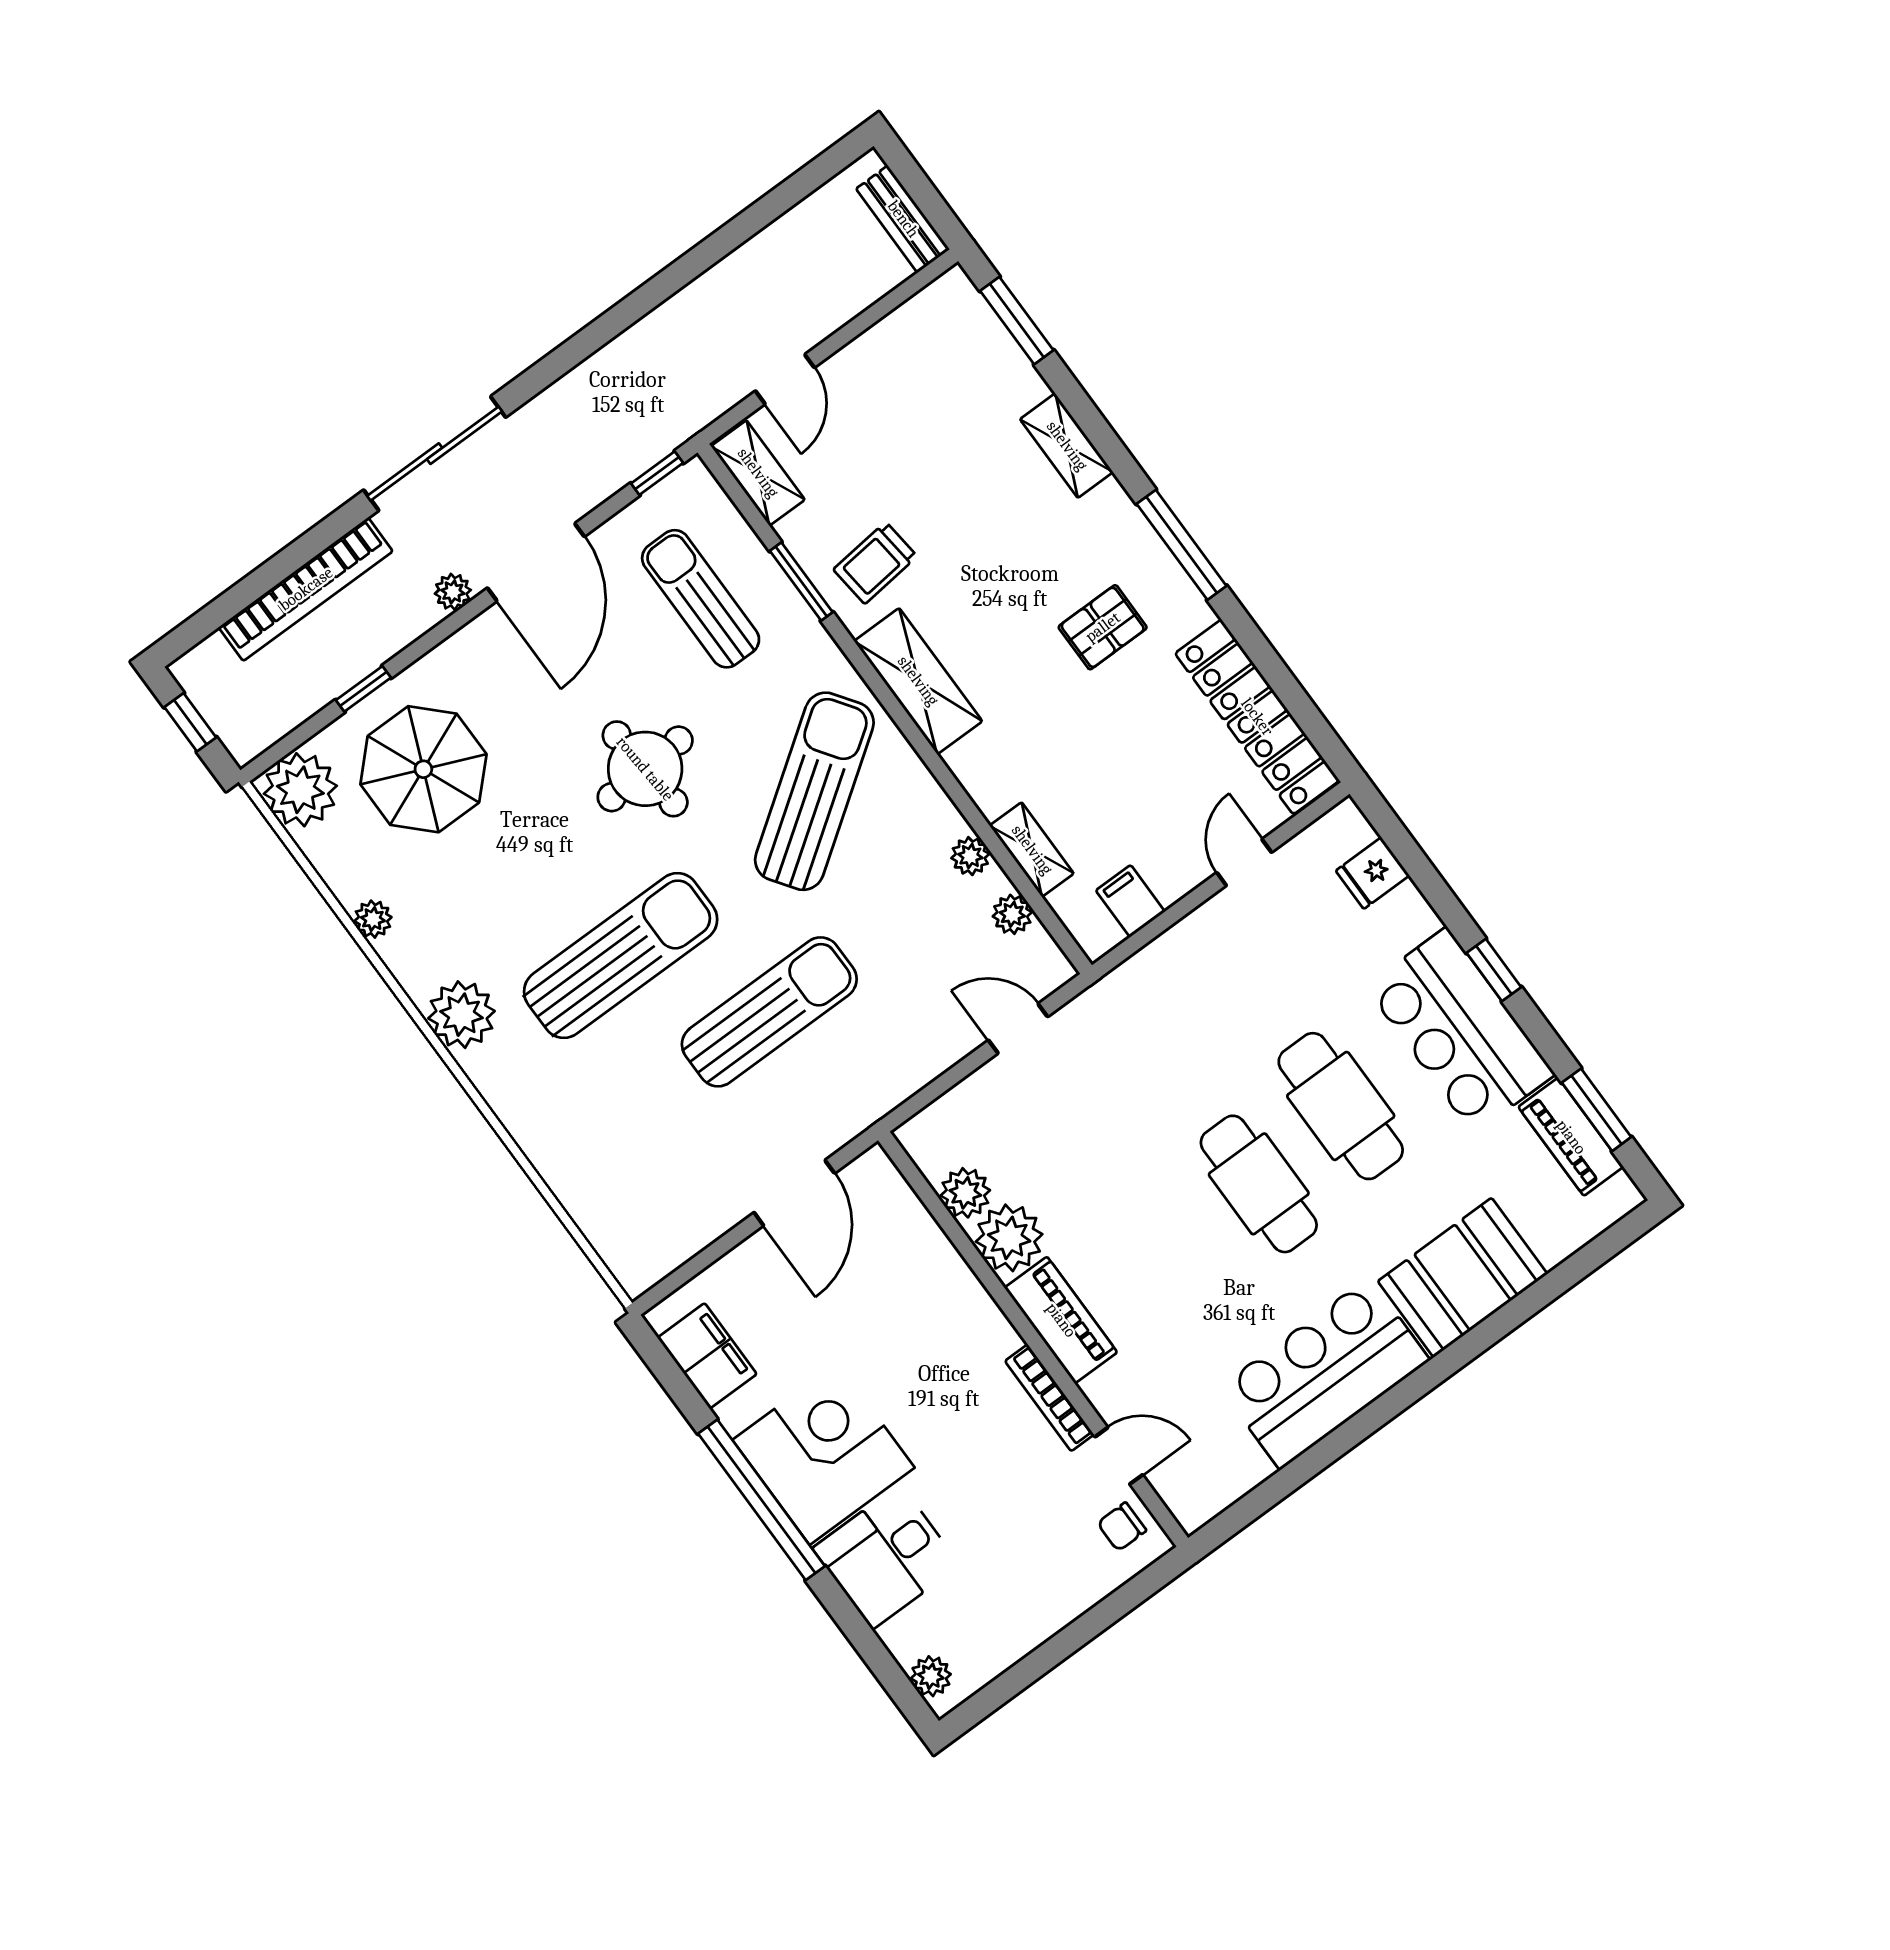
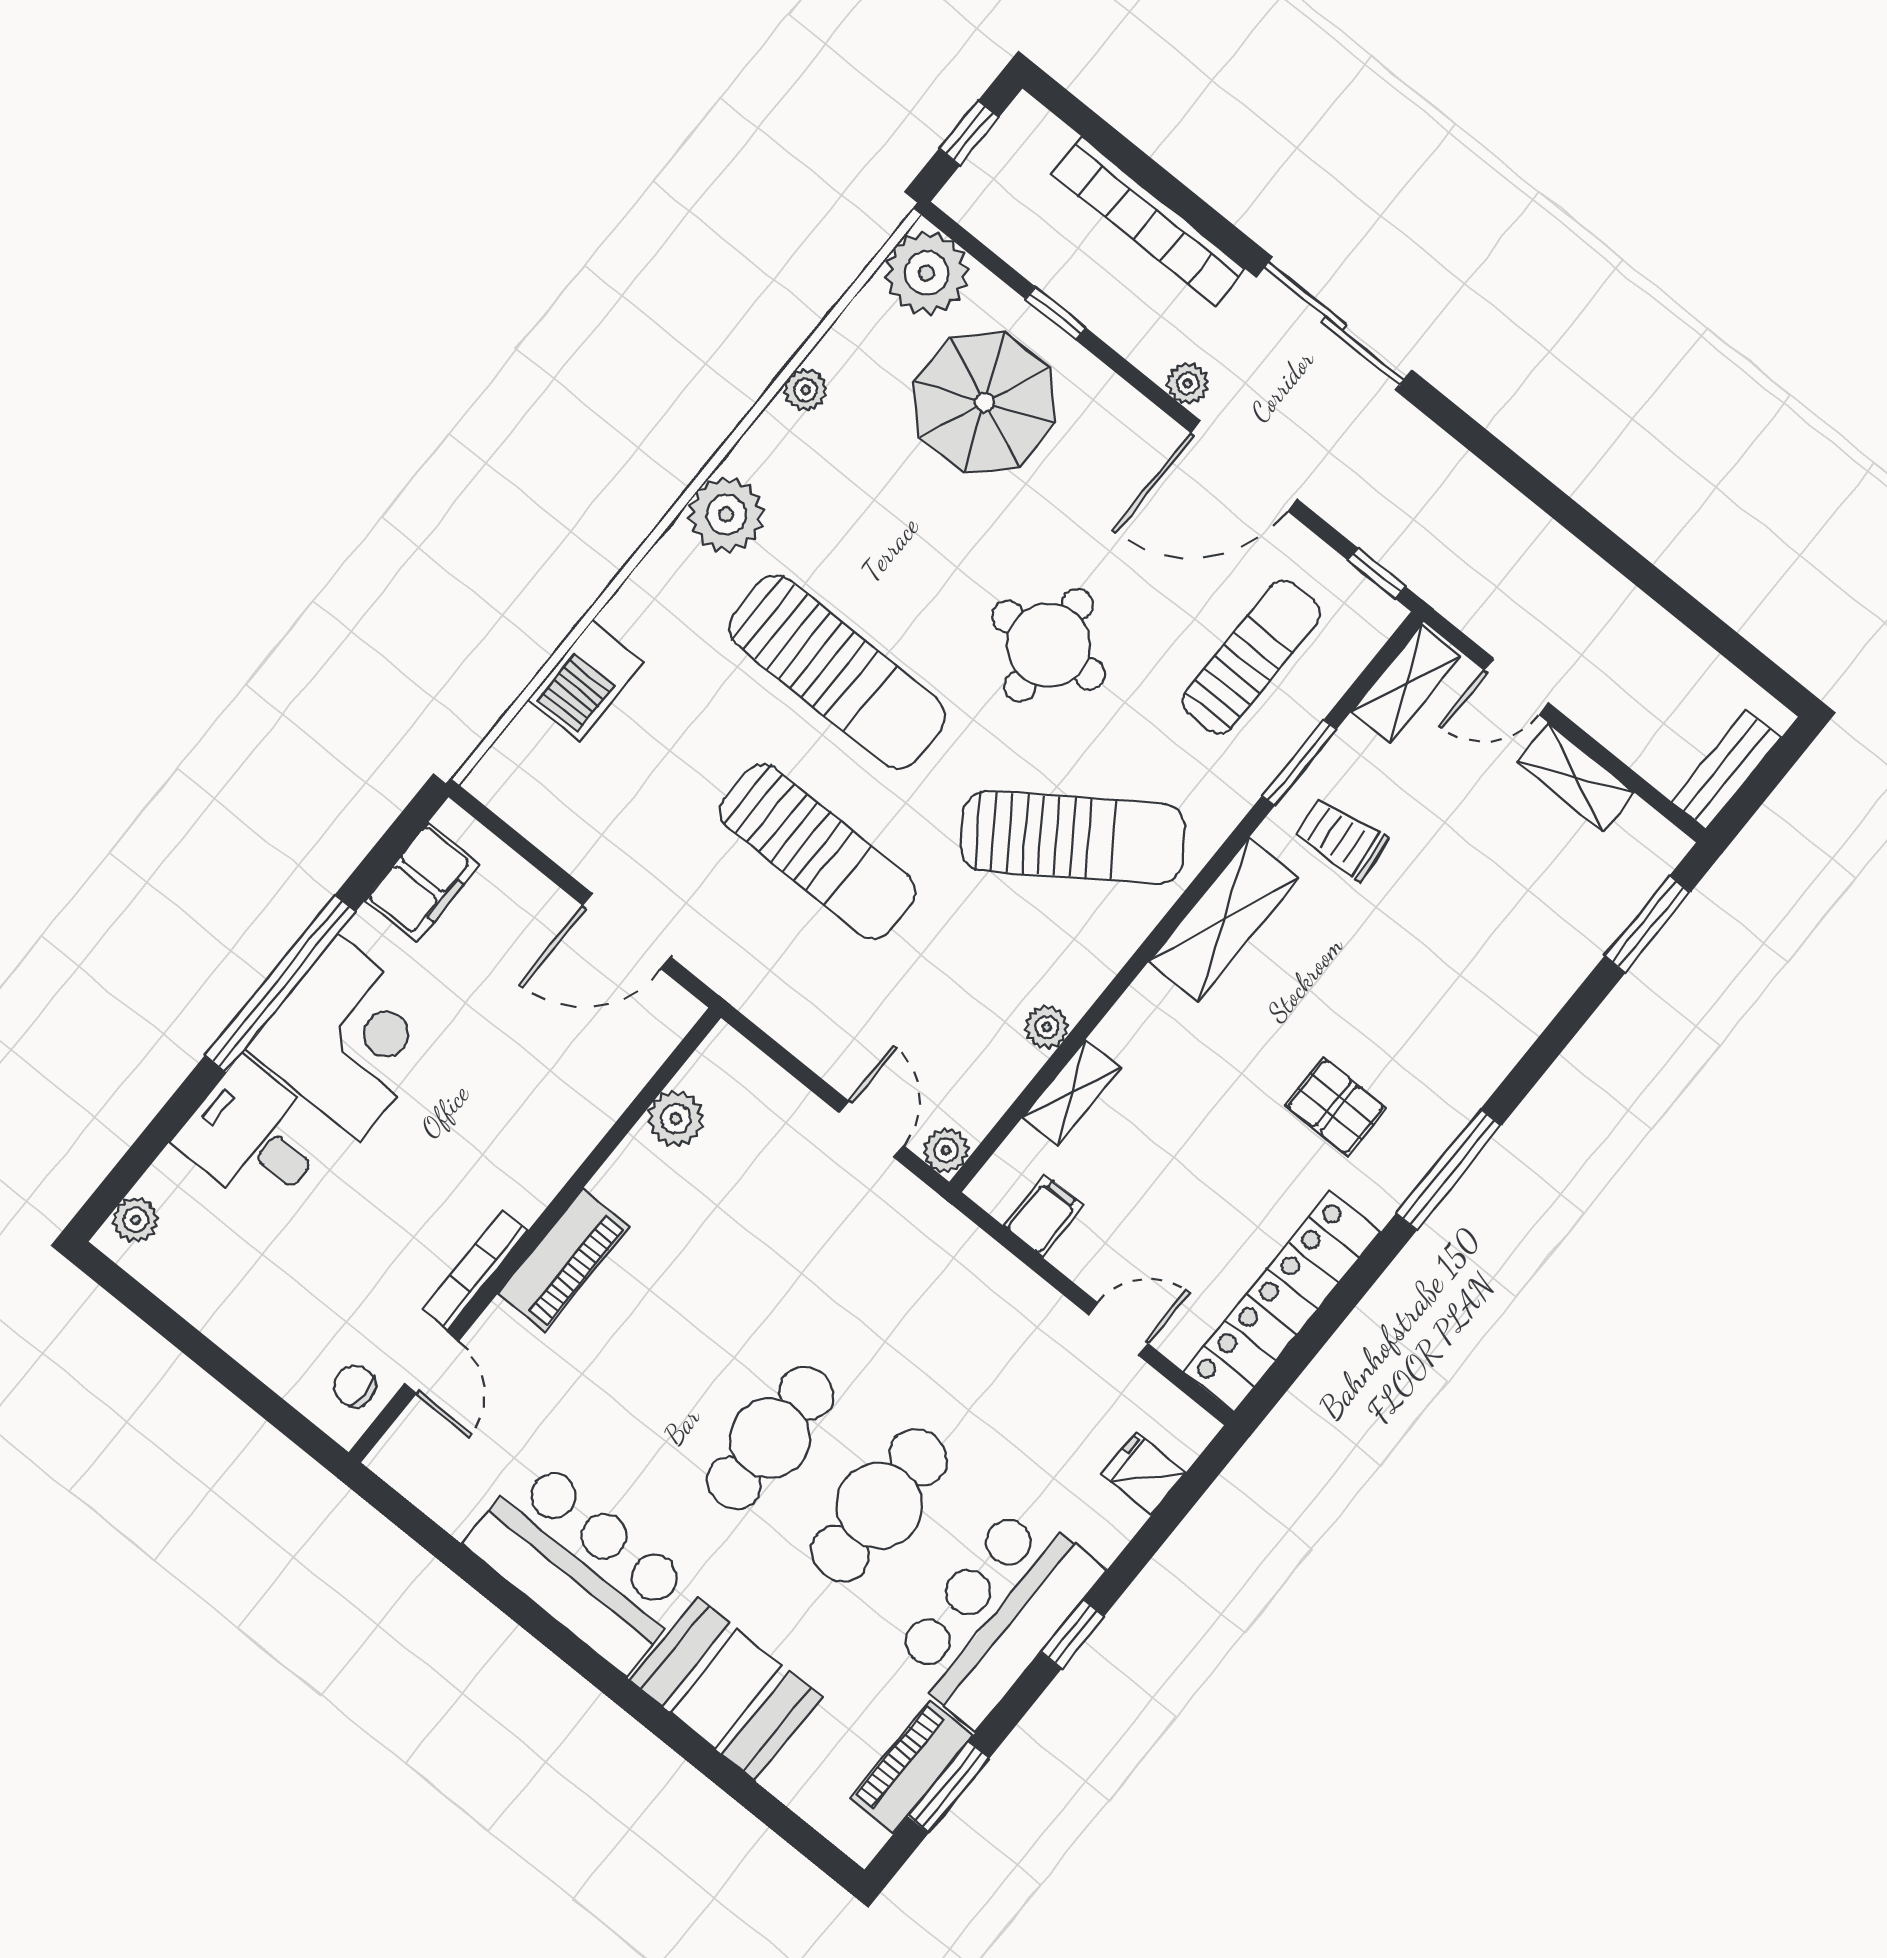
shelving: (1067, 446) -> (1576, 777), moved, turned 90
plant: (1012, 914) -> (946, 1150), moved
barbecue: (572, 1172) -> (586, 681), added
plant: (1009, 1238) -> (639, 1180), removed

